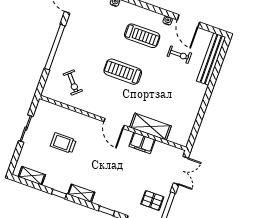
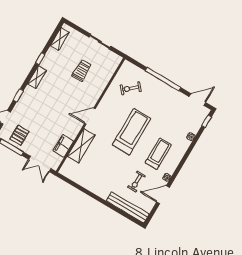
treadmill: (142, 36) -> (158, 154), turned 180
treadmill: (123, 72) -> (132, 132), width x1.37, depth x1.38
filing cabinet: (142, 143) -> (63, 146), moved

